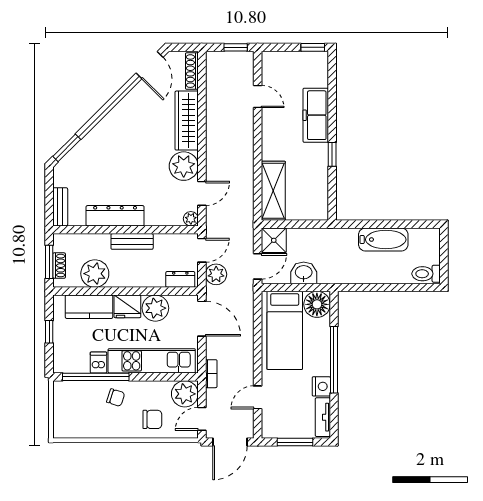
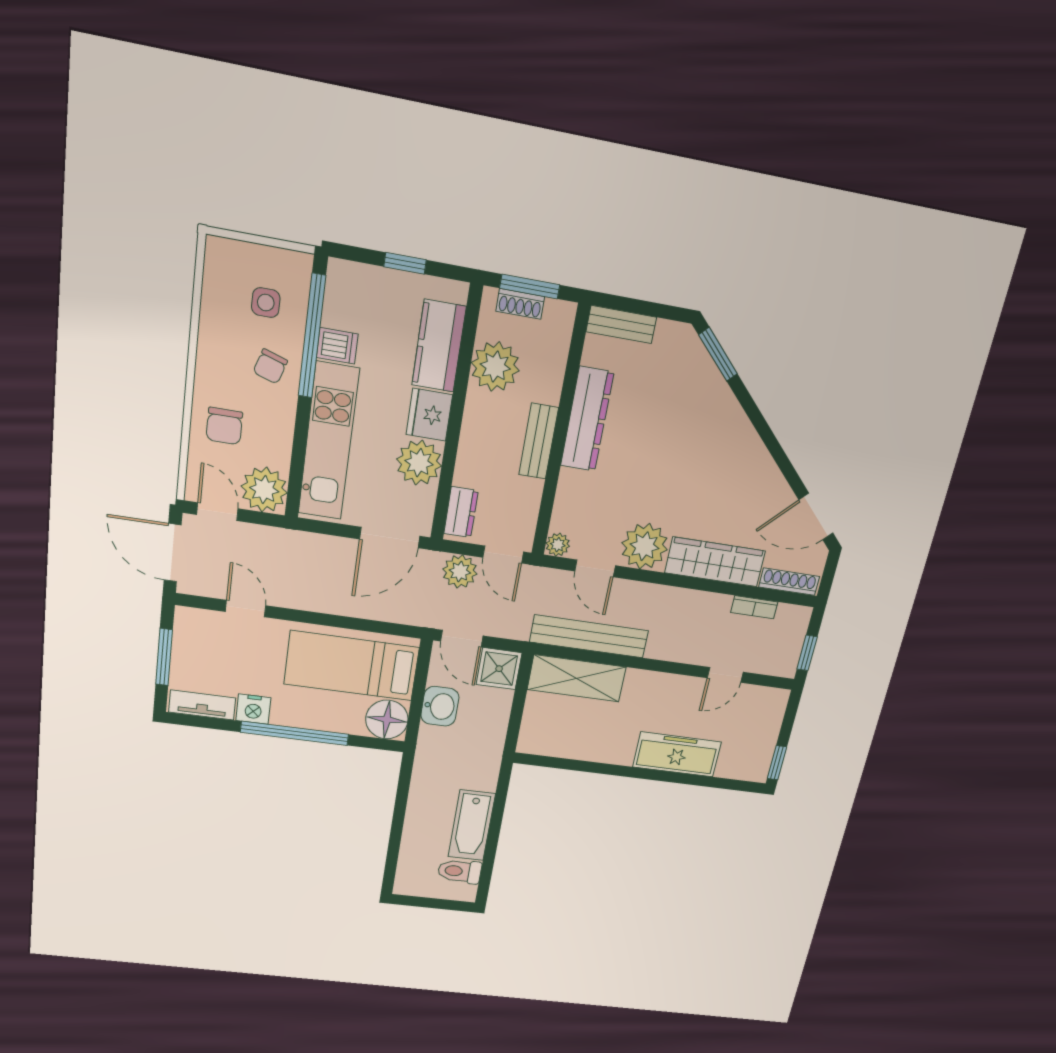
window: (332, 154) -> (614, 770), removed
bench: (245, 188) -> (589, 636), added
toilet: (426, 274) -> (460, 871), moved, turned -90
bookcase: (211, 374) -> (754, 607), moved
side table: (82, 404) -> (266, 303), added

